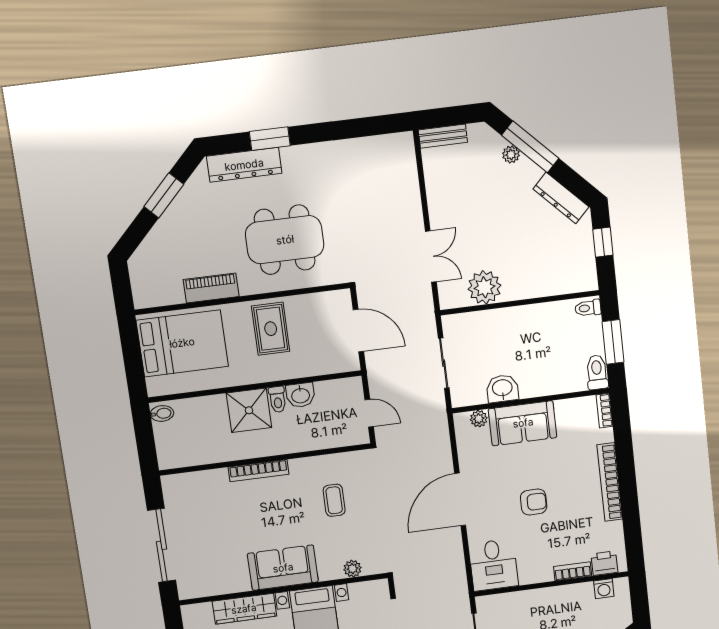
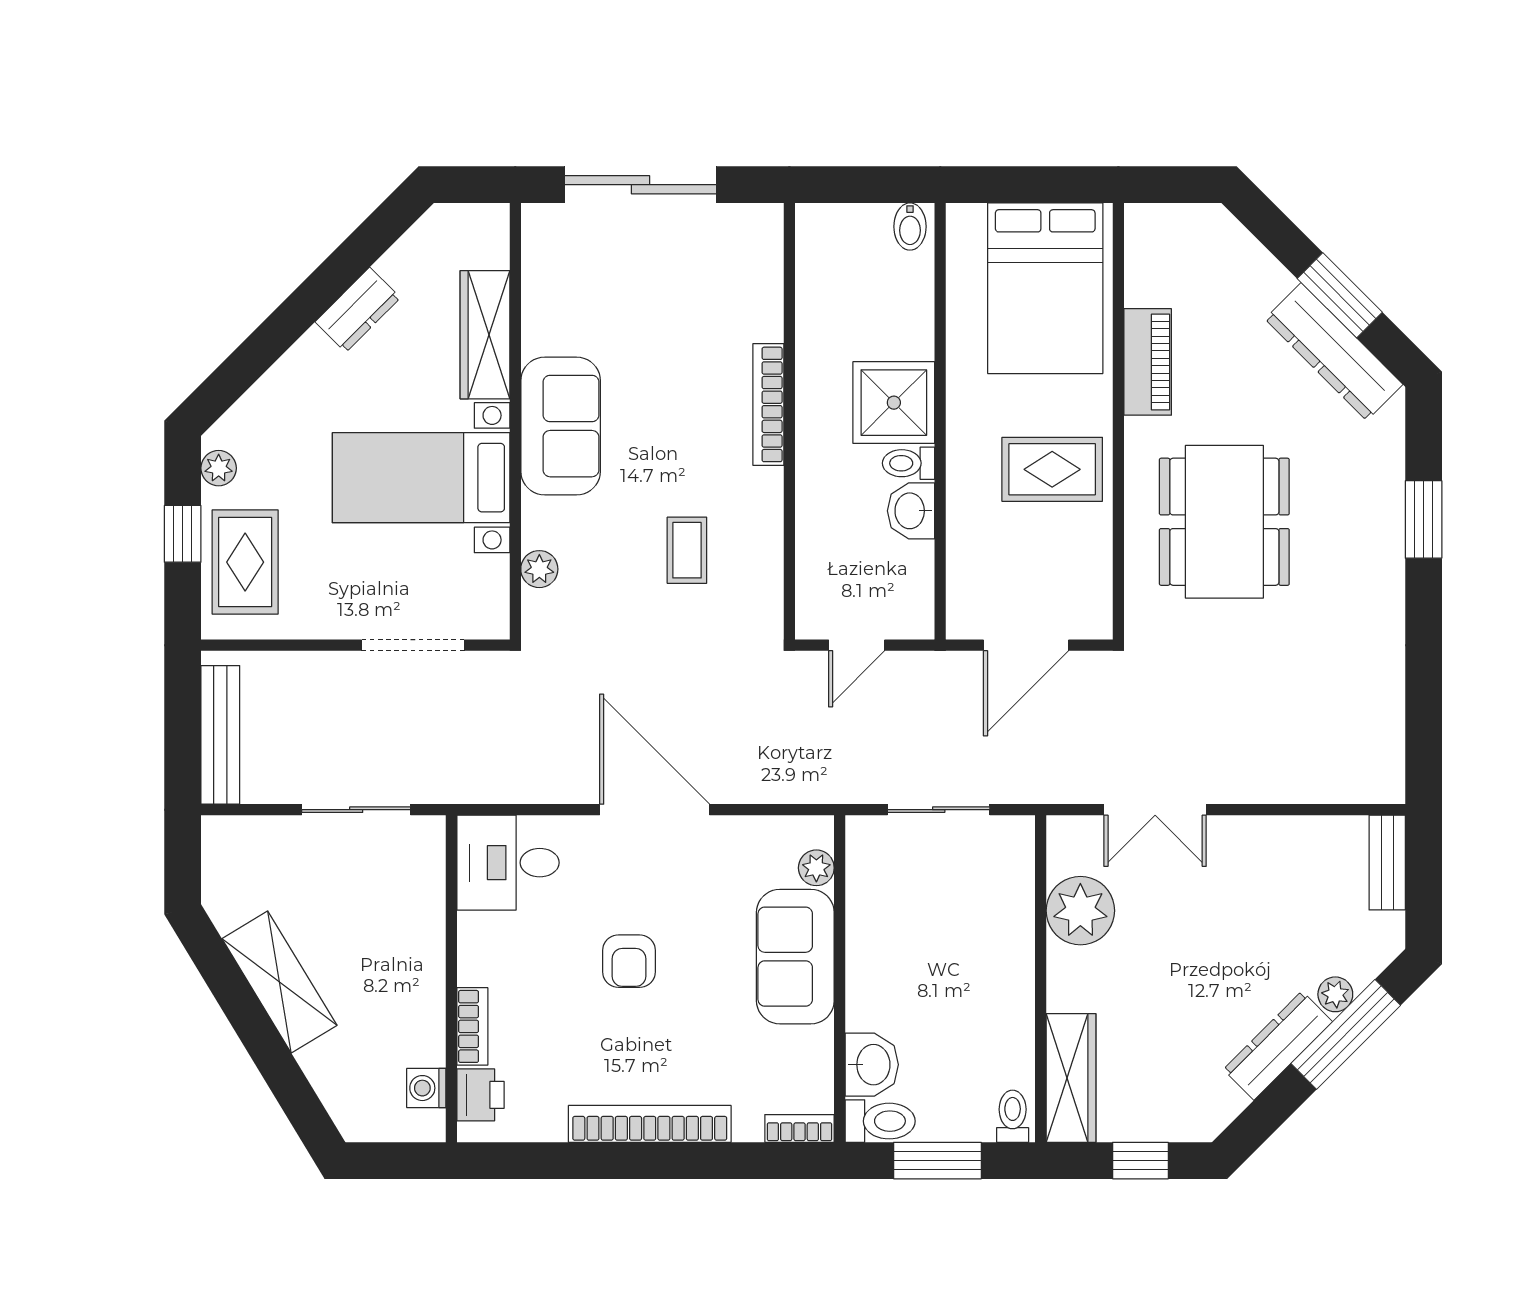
dresser: (244, 165) -> (1334, 352), moved, turned -45
dresser: (561, 198) -> (1278, 1046), moved
wardrobe: (566, 282) -> (1071, 1078), added
washbasin: (502, 388) -> (872, 1065), moved
coffee table: (334, 500) -> (687, 550), turned 90

